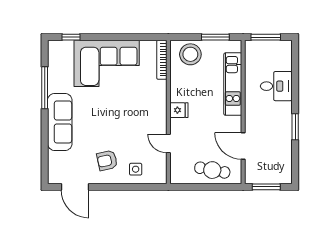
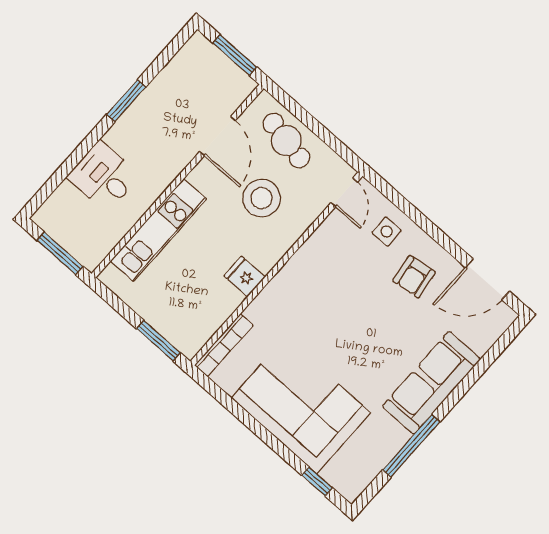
window: (215, 37) -> (158, 341), moved
stool: (190, 54) -> (262, 198), moved
fridge: (179, 110) -> (245, 276), moved
door: (168, 143) -> (344, 192), moved
armchair: (107, 160) -> (414, 277), turned 94
door: (75, 187) -> (487, 279), swing flipped

